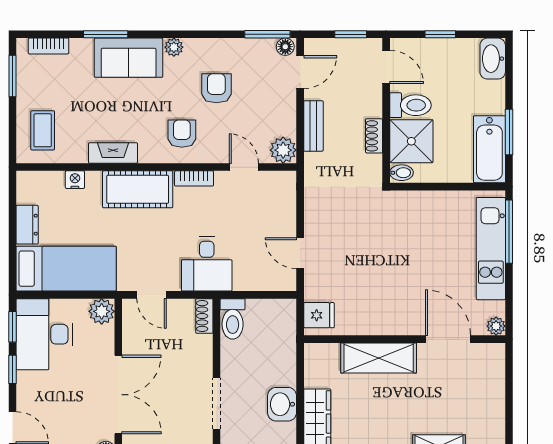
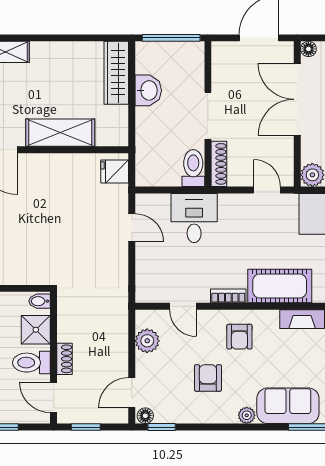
window: (267, 34) -> (162, 427), width x0.67
armchair: (216, 88) -> (208, 378), turned 180
bench: (313, 126) -> (120, 344), removed
shoe rack: (374, 136) -> (65, 359), moved
shower: (411, 141) -> (36, 330), width x0.73, depth x0.73
plant: (283, 150) -> (147, 341), moved
desk: (207, 264) -> (194, 218), moved
shoe rack: (204, 316) -> (219, 164), width x1.43
doorway: (217, 404) -> (208, 116), moved

